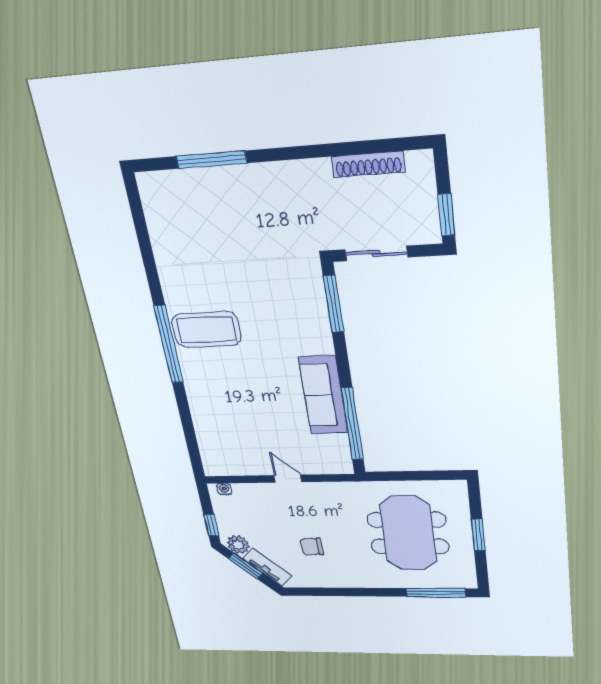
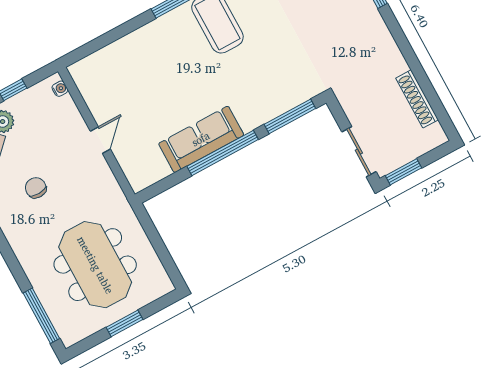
sliding door: (376, 253) -> (359, 152), moved
window: (352, 424) -> (223, 153), moved
meeting table: (408, 533) -> (95, 265), turned 90

